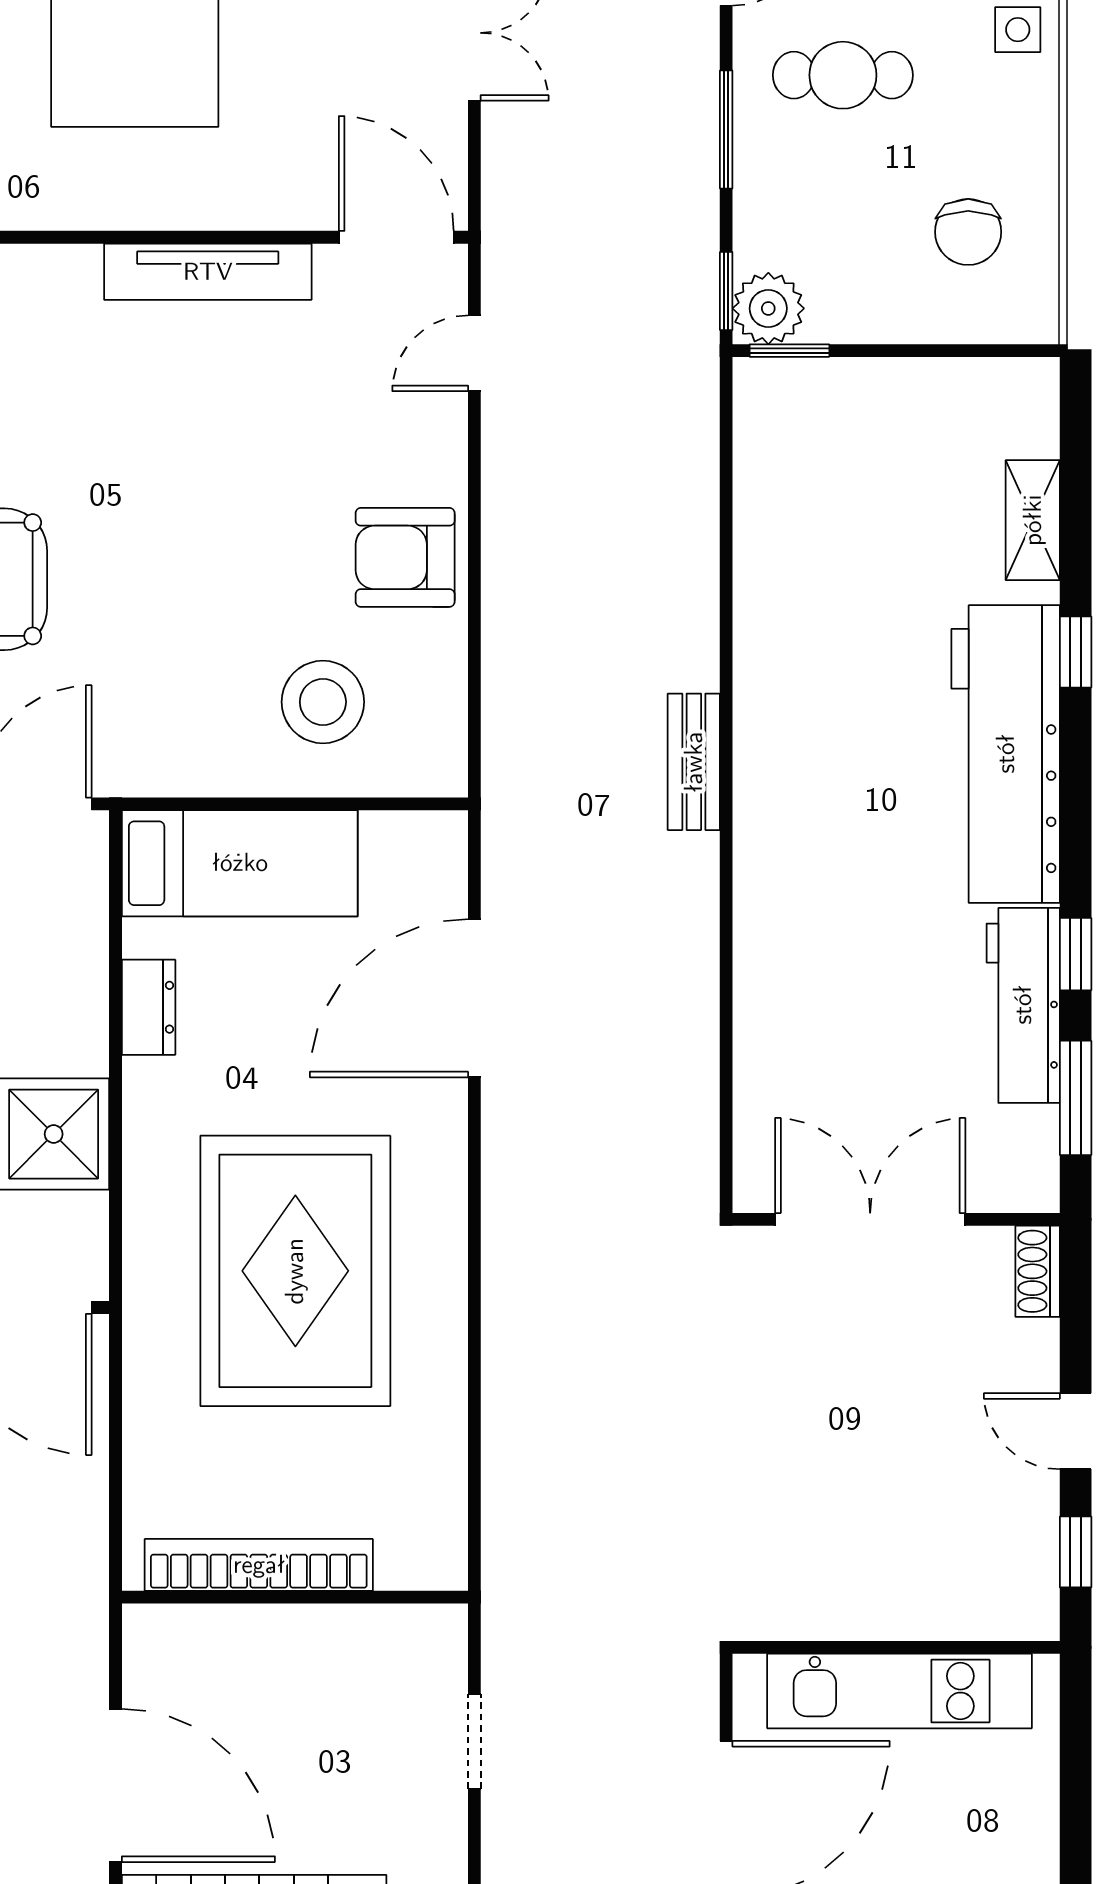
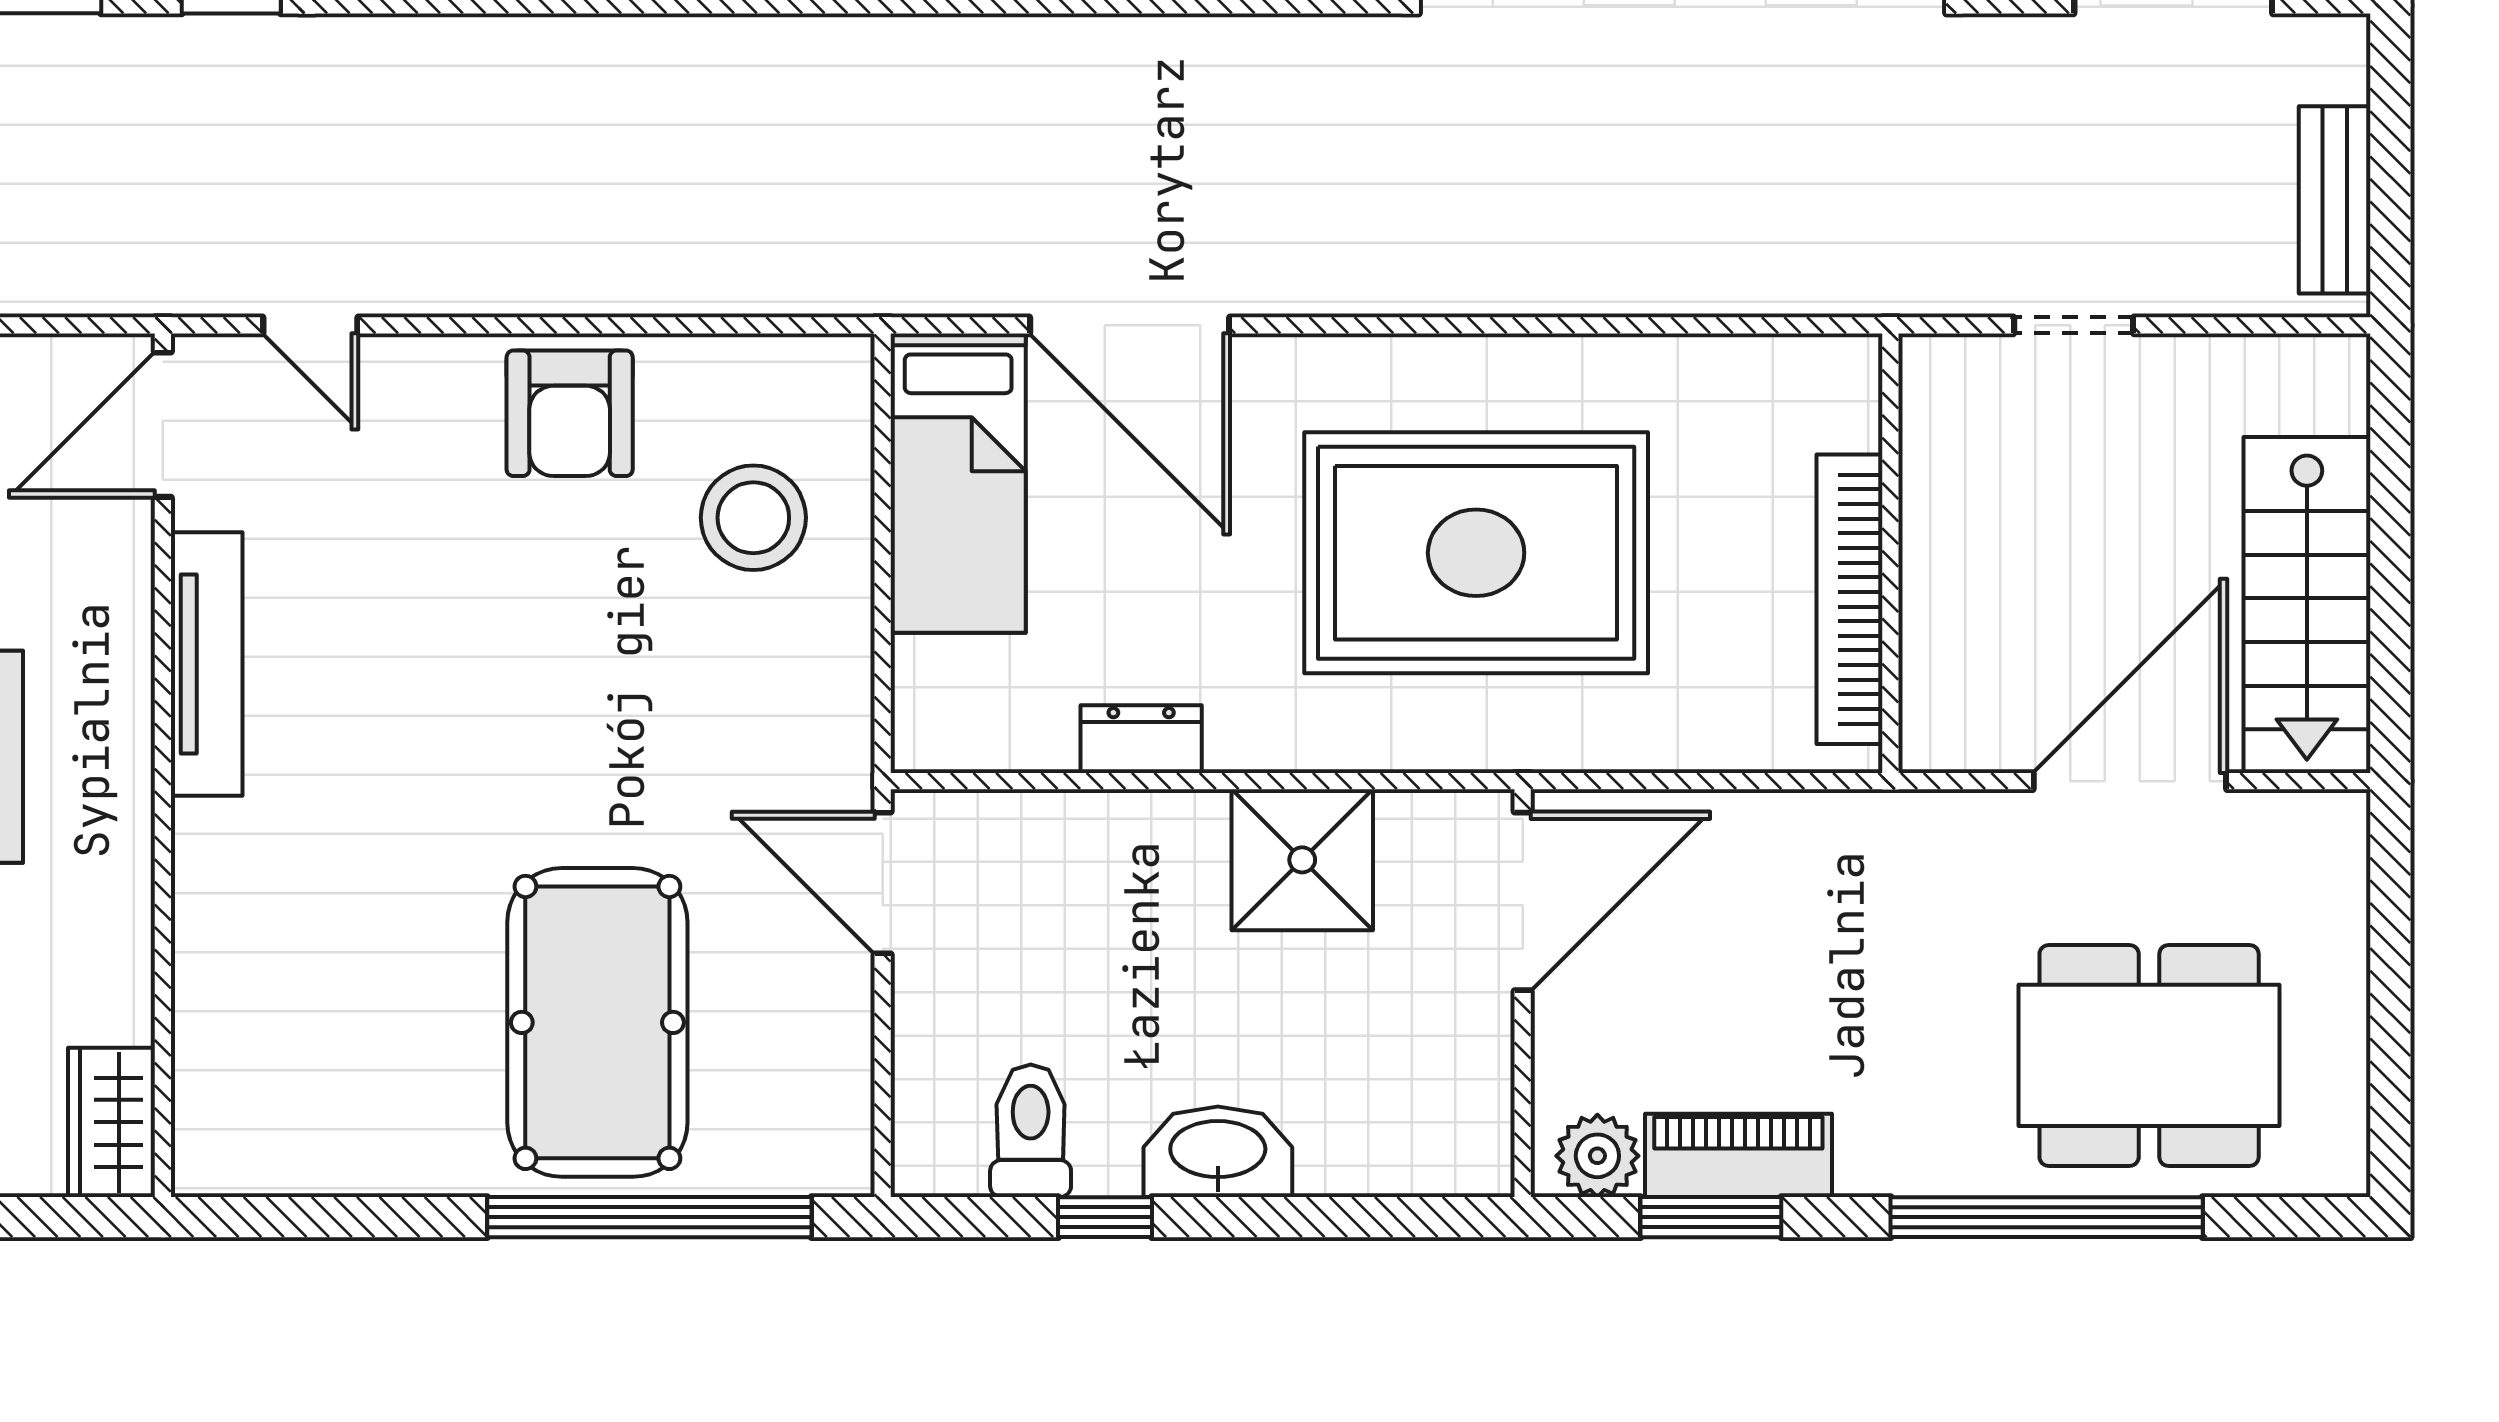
bench: (694, 762) -> (829, 47), removed
bed: (240, 863) -> (958, 483), moved, turned 180

